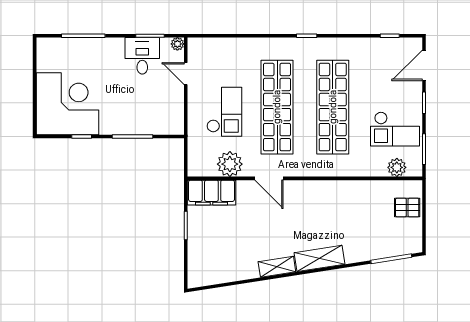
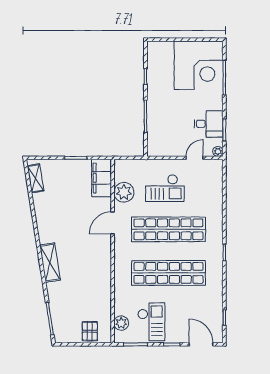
corner desk: (67, 104) -> (199, 65), moved
checkout: (395, 129) -> (151, 322), turned 180
shelving: (277, 267) -> (35, 178), moved

